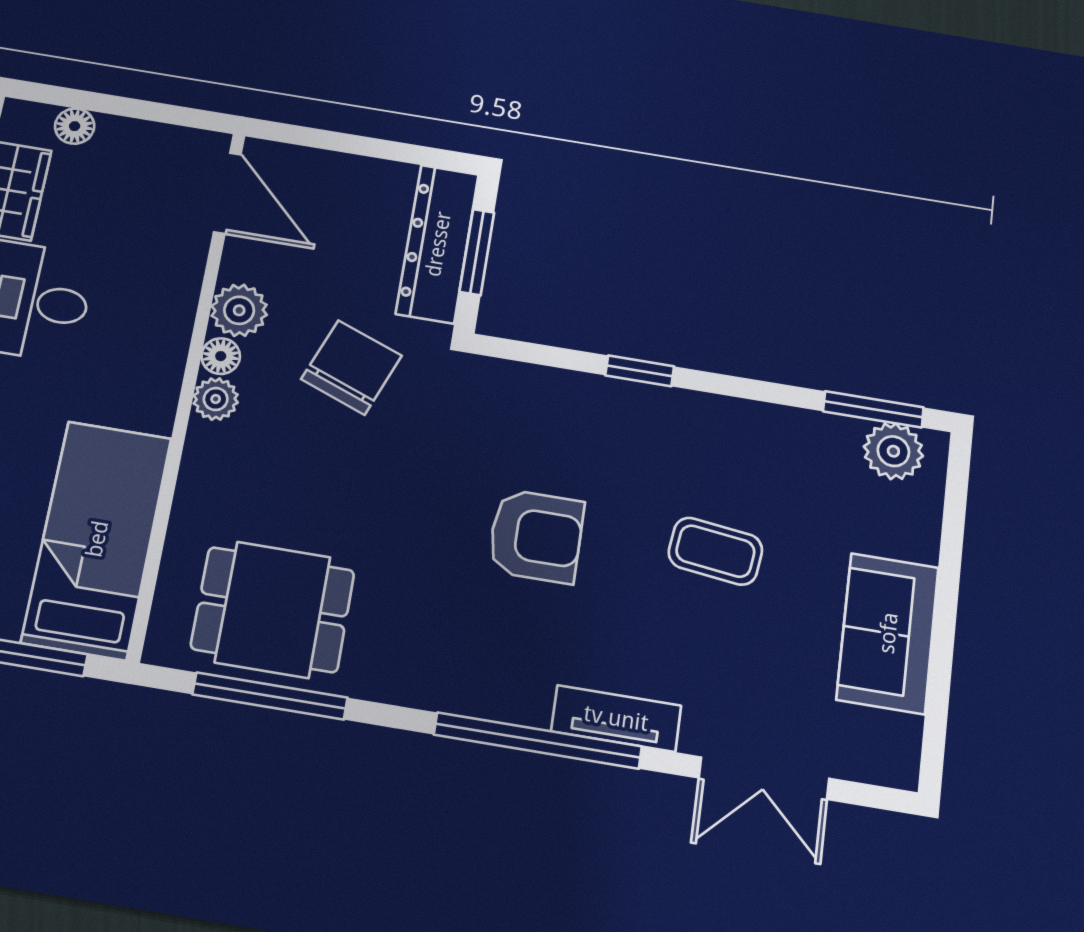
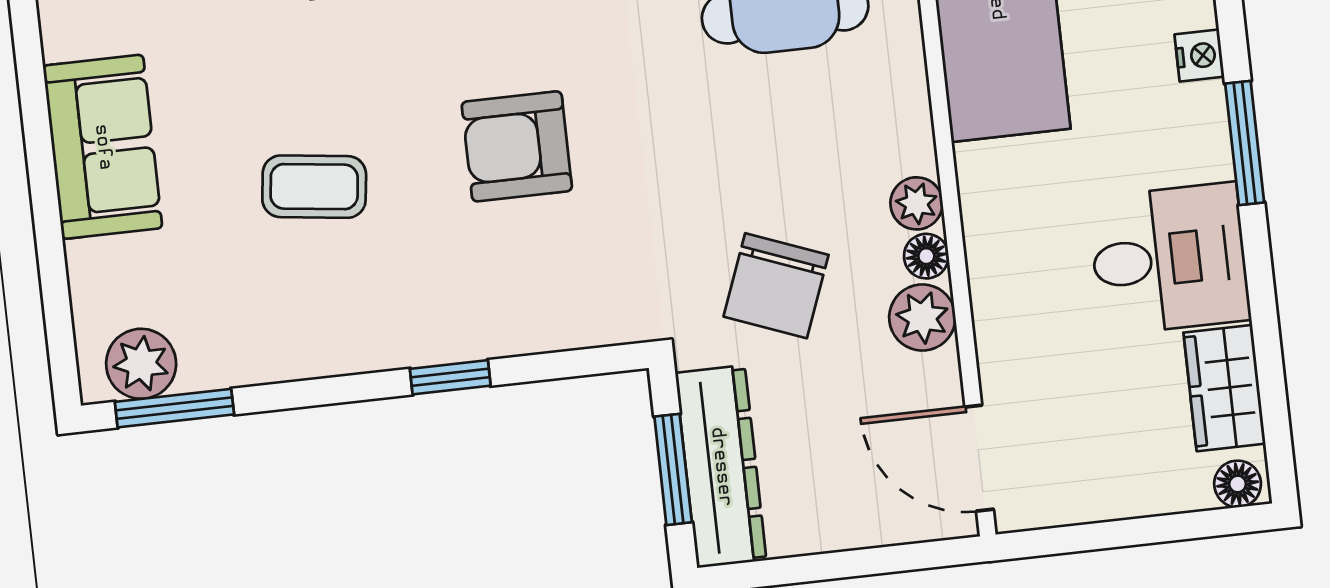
floor lamp: (75, 126) -> (1238, 484), moved

